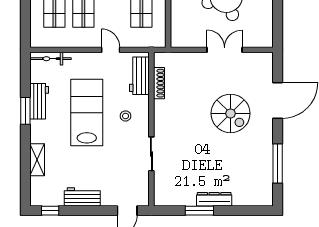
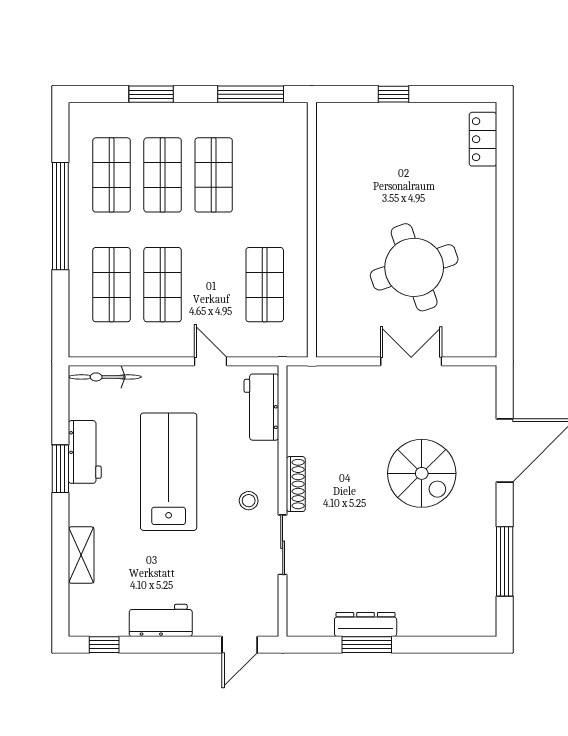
shoe rack: (159, 83) -> (296, 484), moved
stool: (126, 116) -> (249, 501), moved
dresser: (214, 199) -> (366, 625), moved

